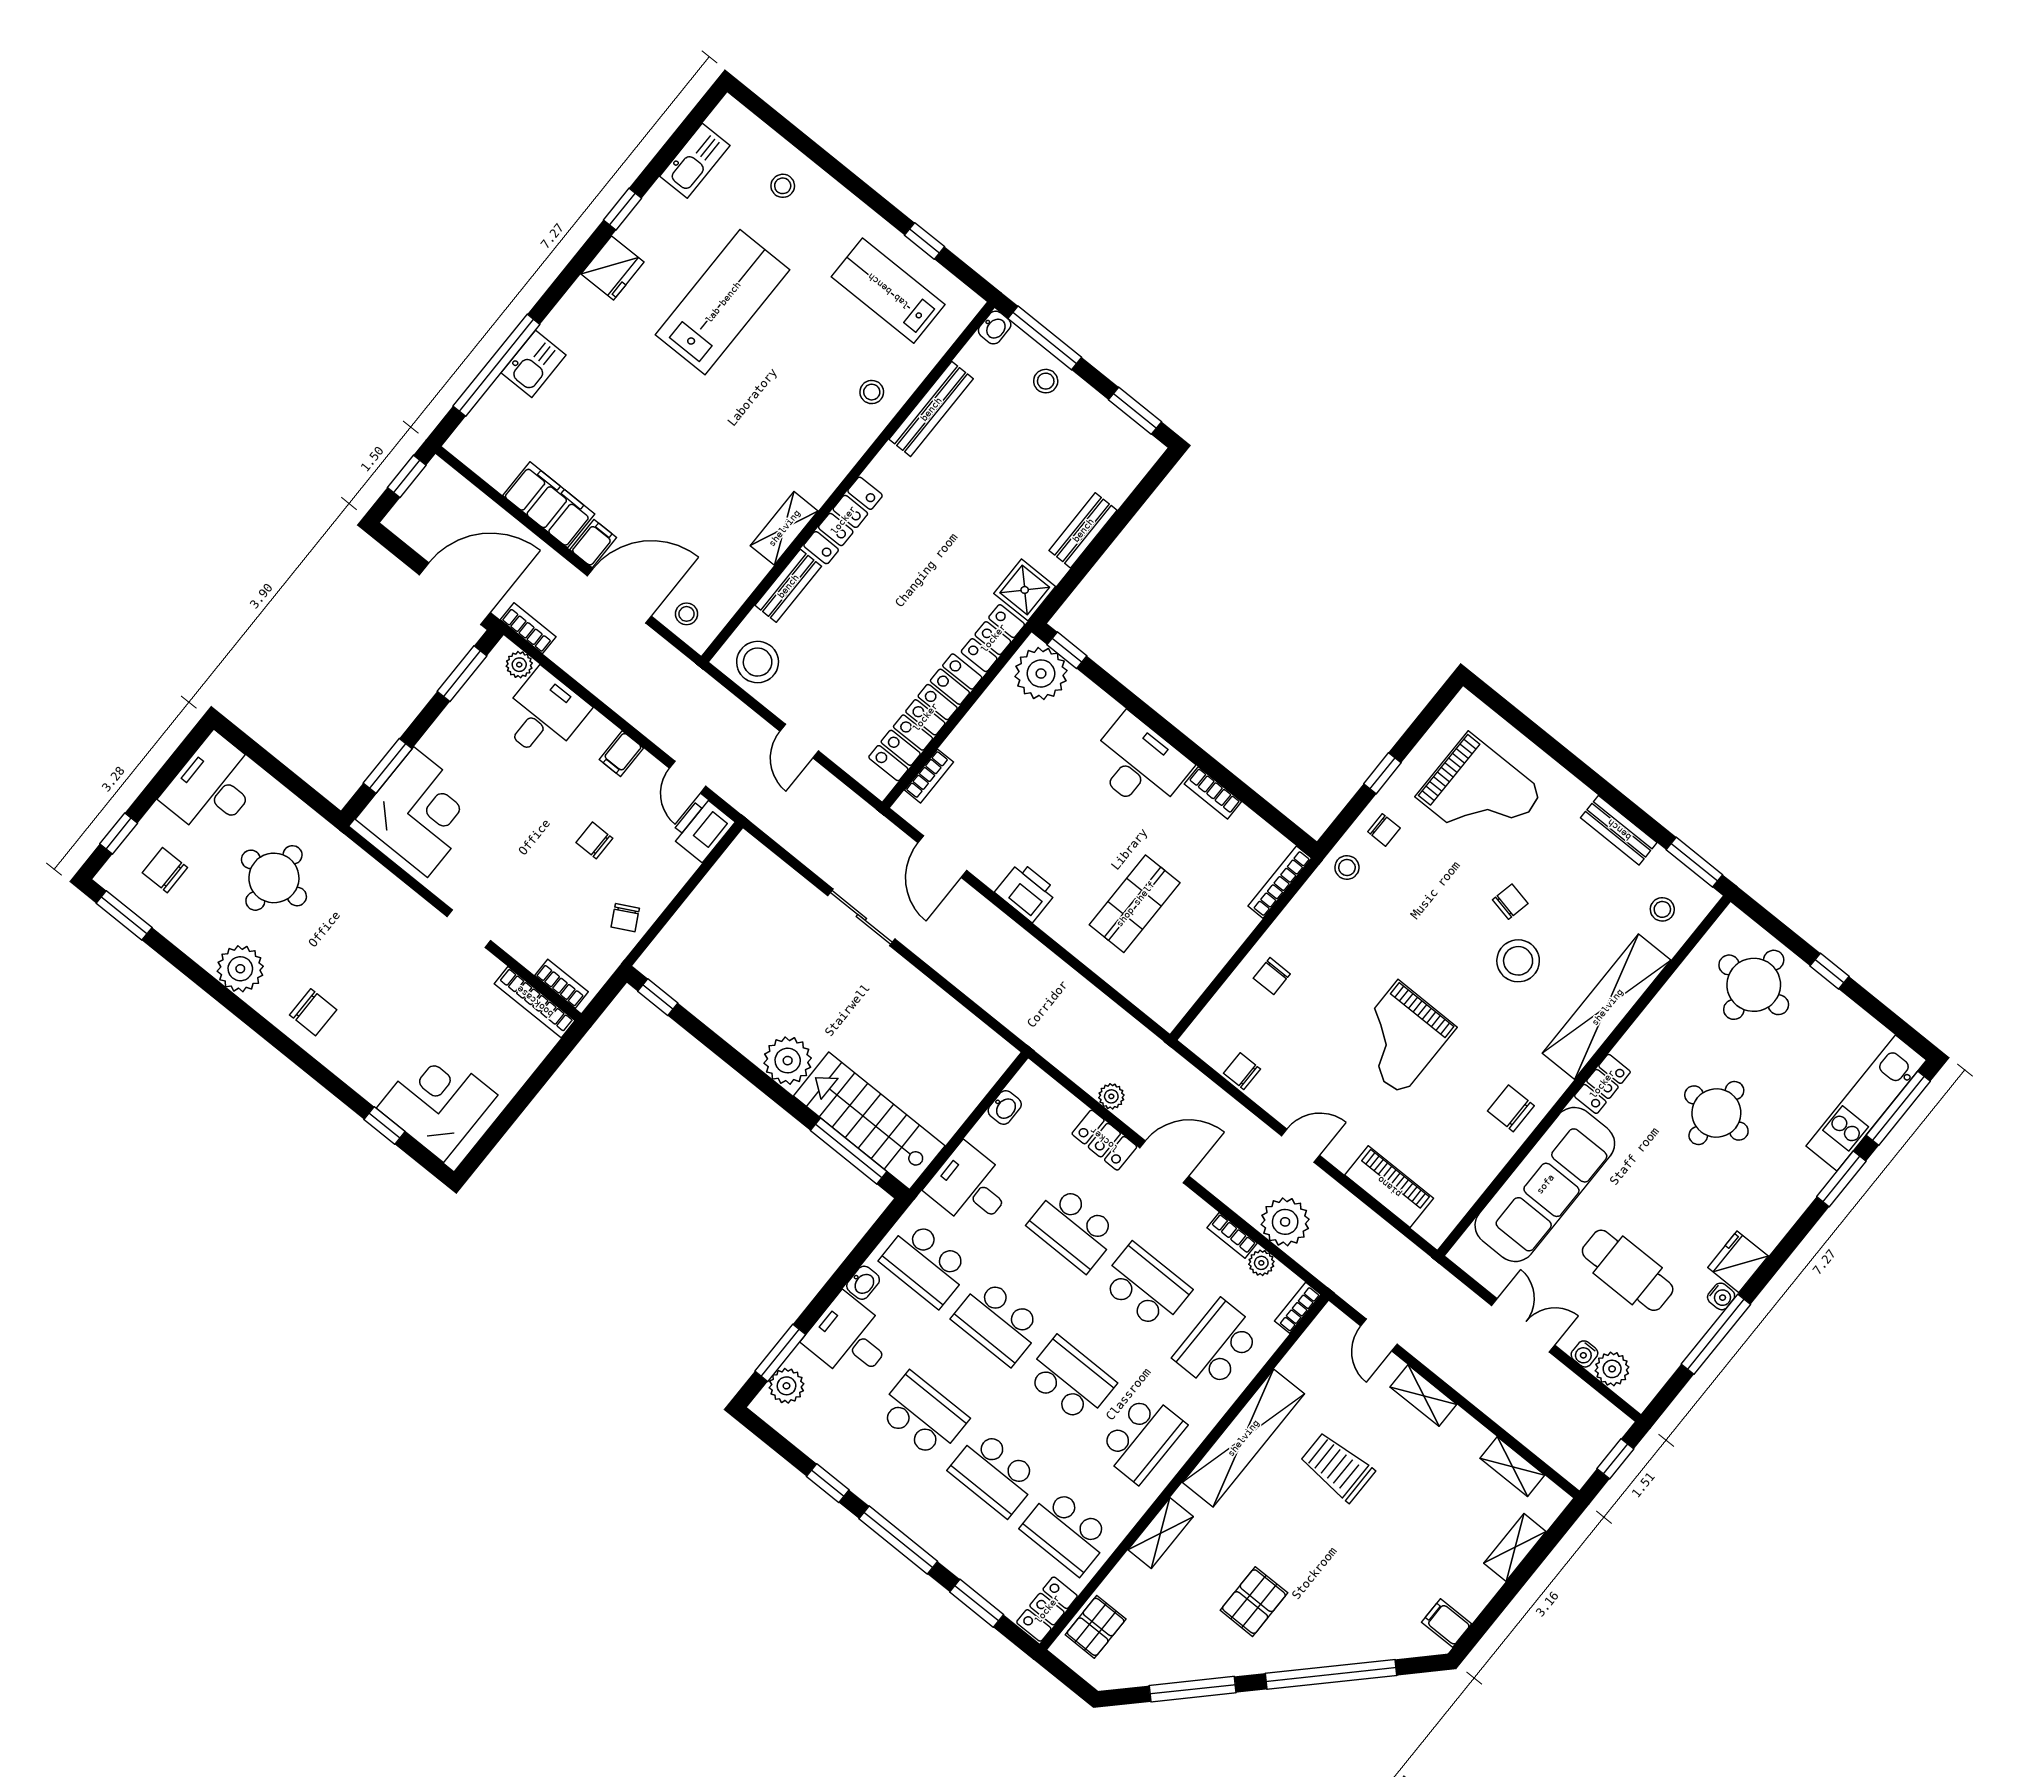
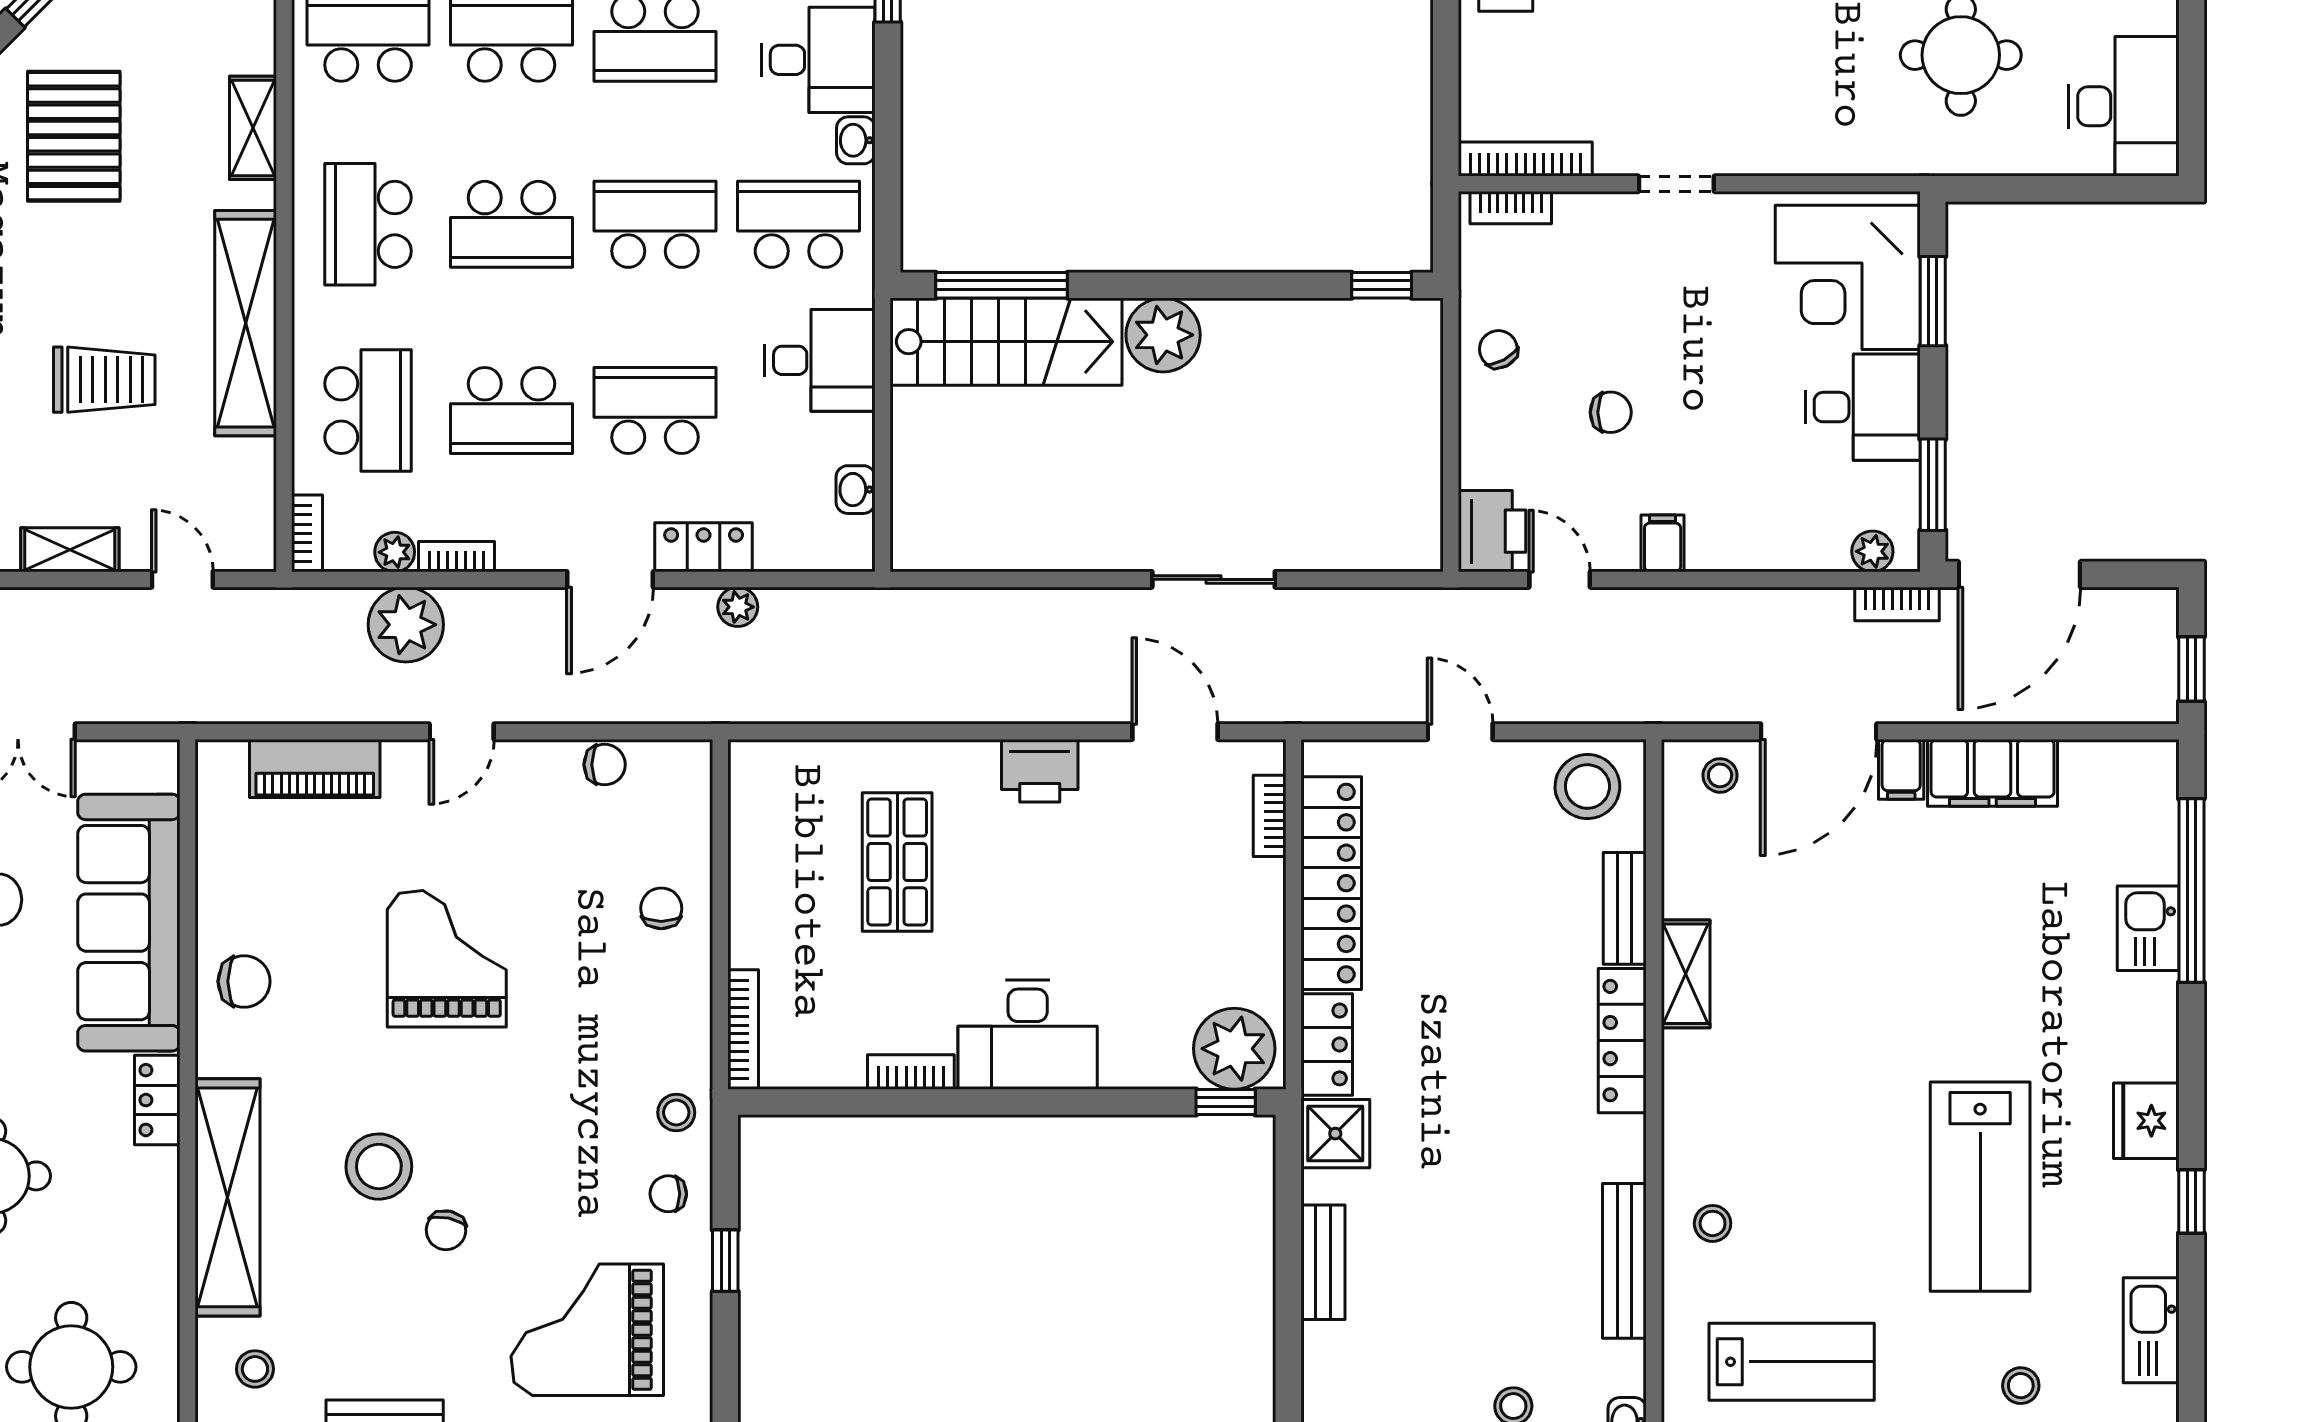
desk: (543, 715) -> (1863, 407), moved, turned -90
pallet: (1254, 1602) -> (74, 136), width x1.50, depth x1.42

